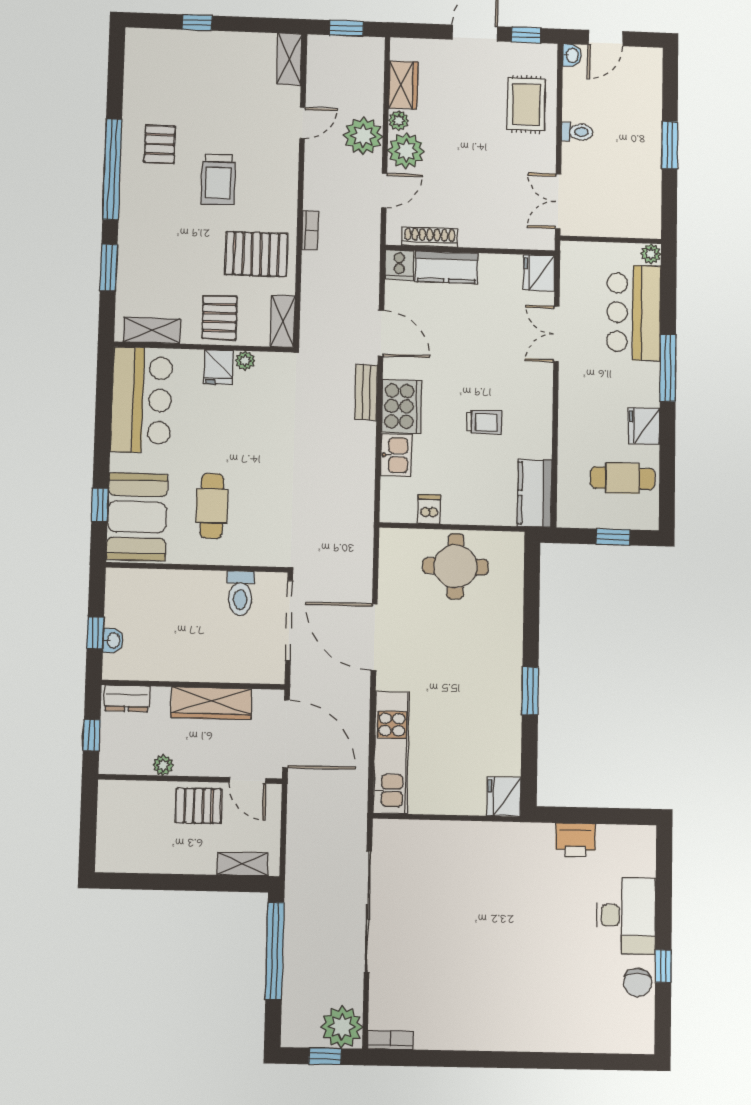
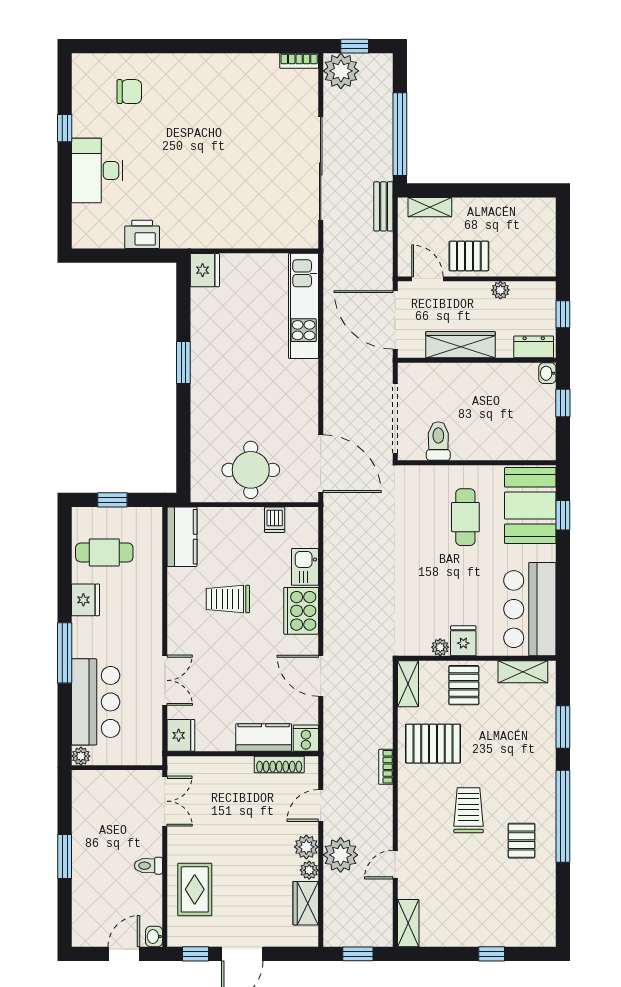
plant: (406, 151) -> (306, 847), width x0.73, depth x0.73
bench: (366, 392) -> (383, 206), moved
trolley: (484, 422) -> (228, 599), width x1.36, depth x1.39
door: (374, 637) -> (321, 464), moved
washbasin: (113, 640) -> (547, 373), moved
chair: (638, 983) -> (129, 92), moved, turned 90

